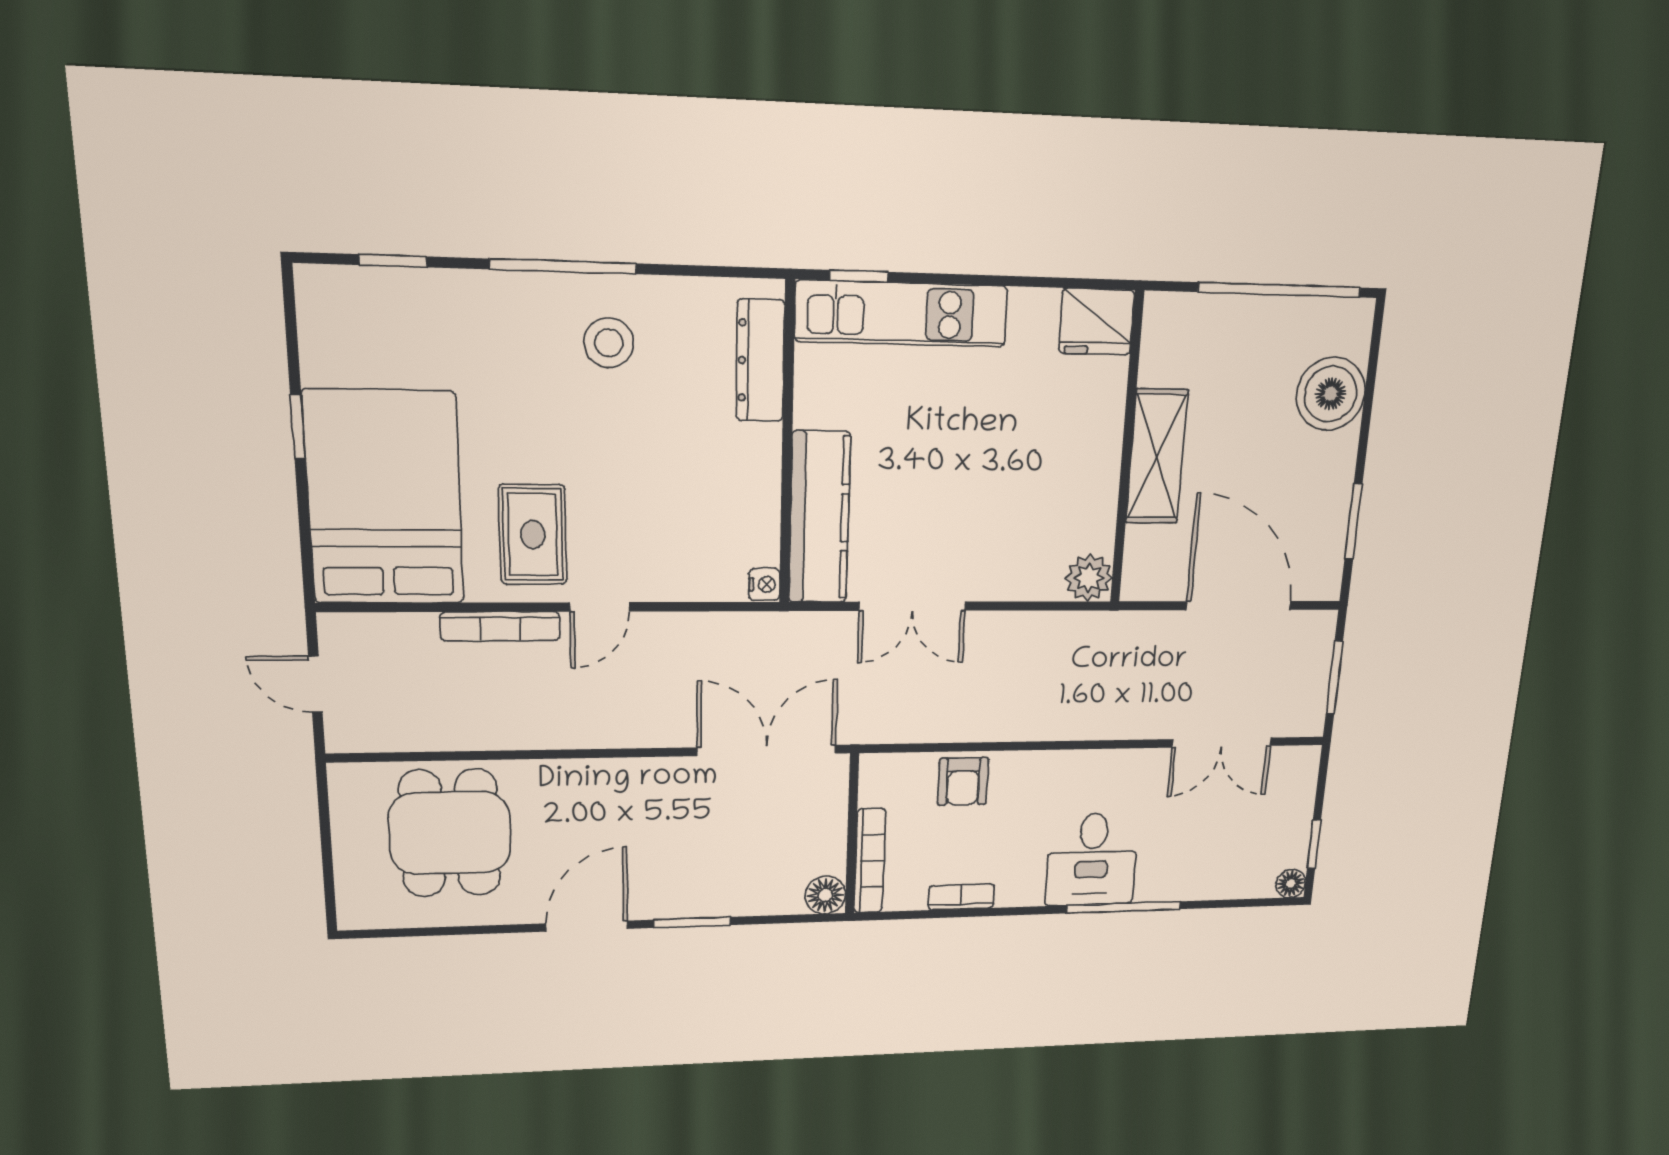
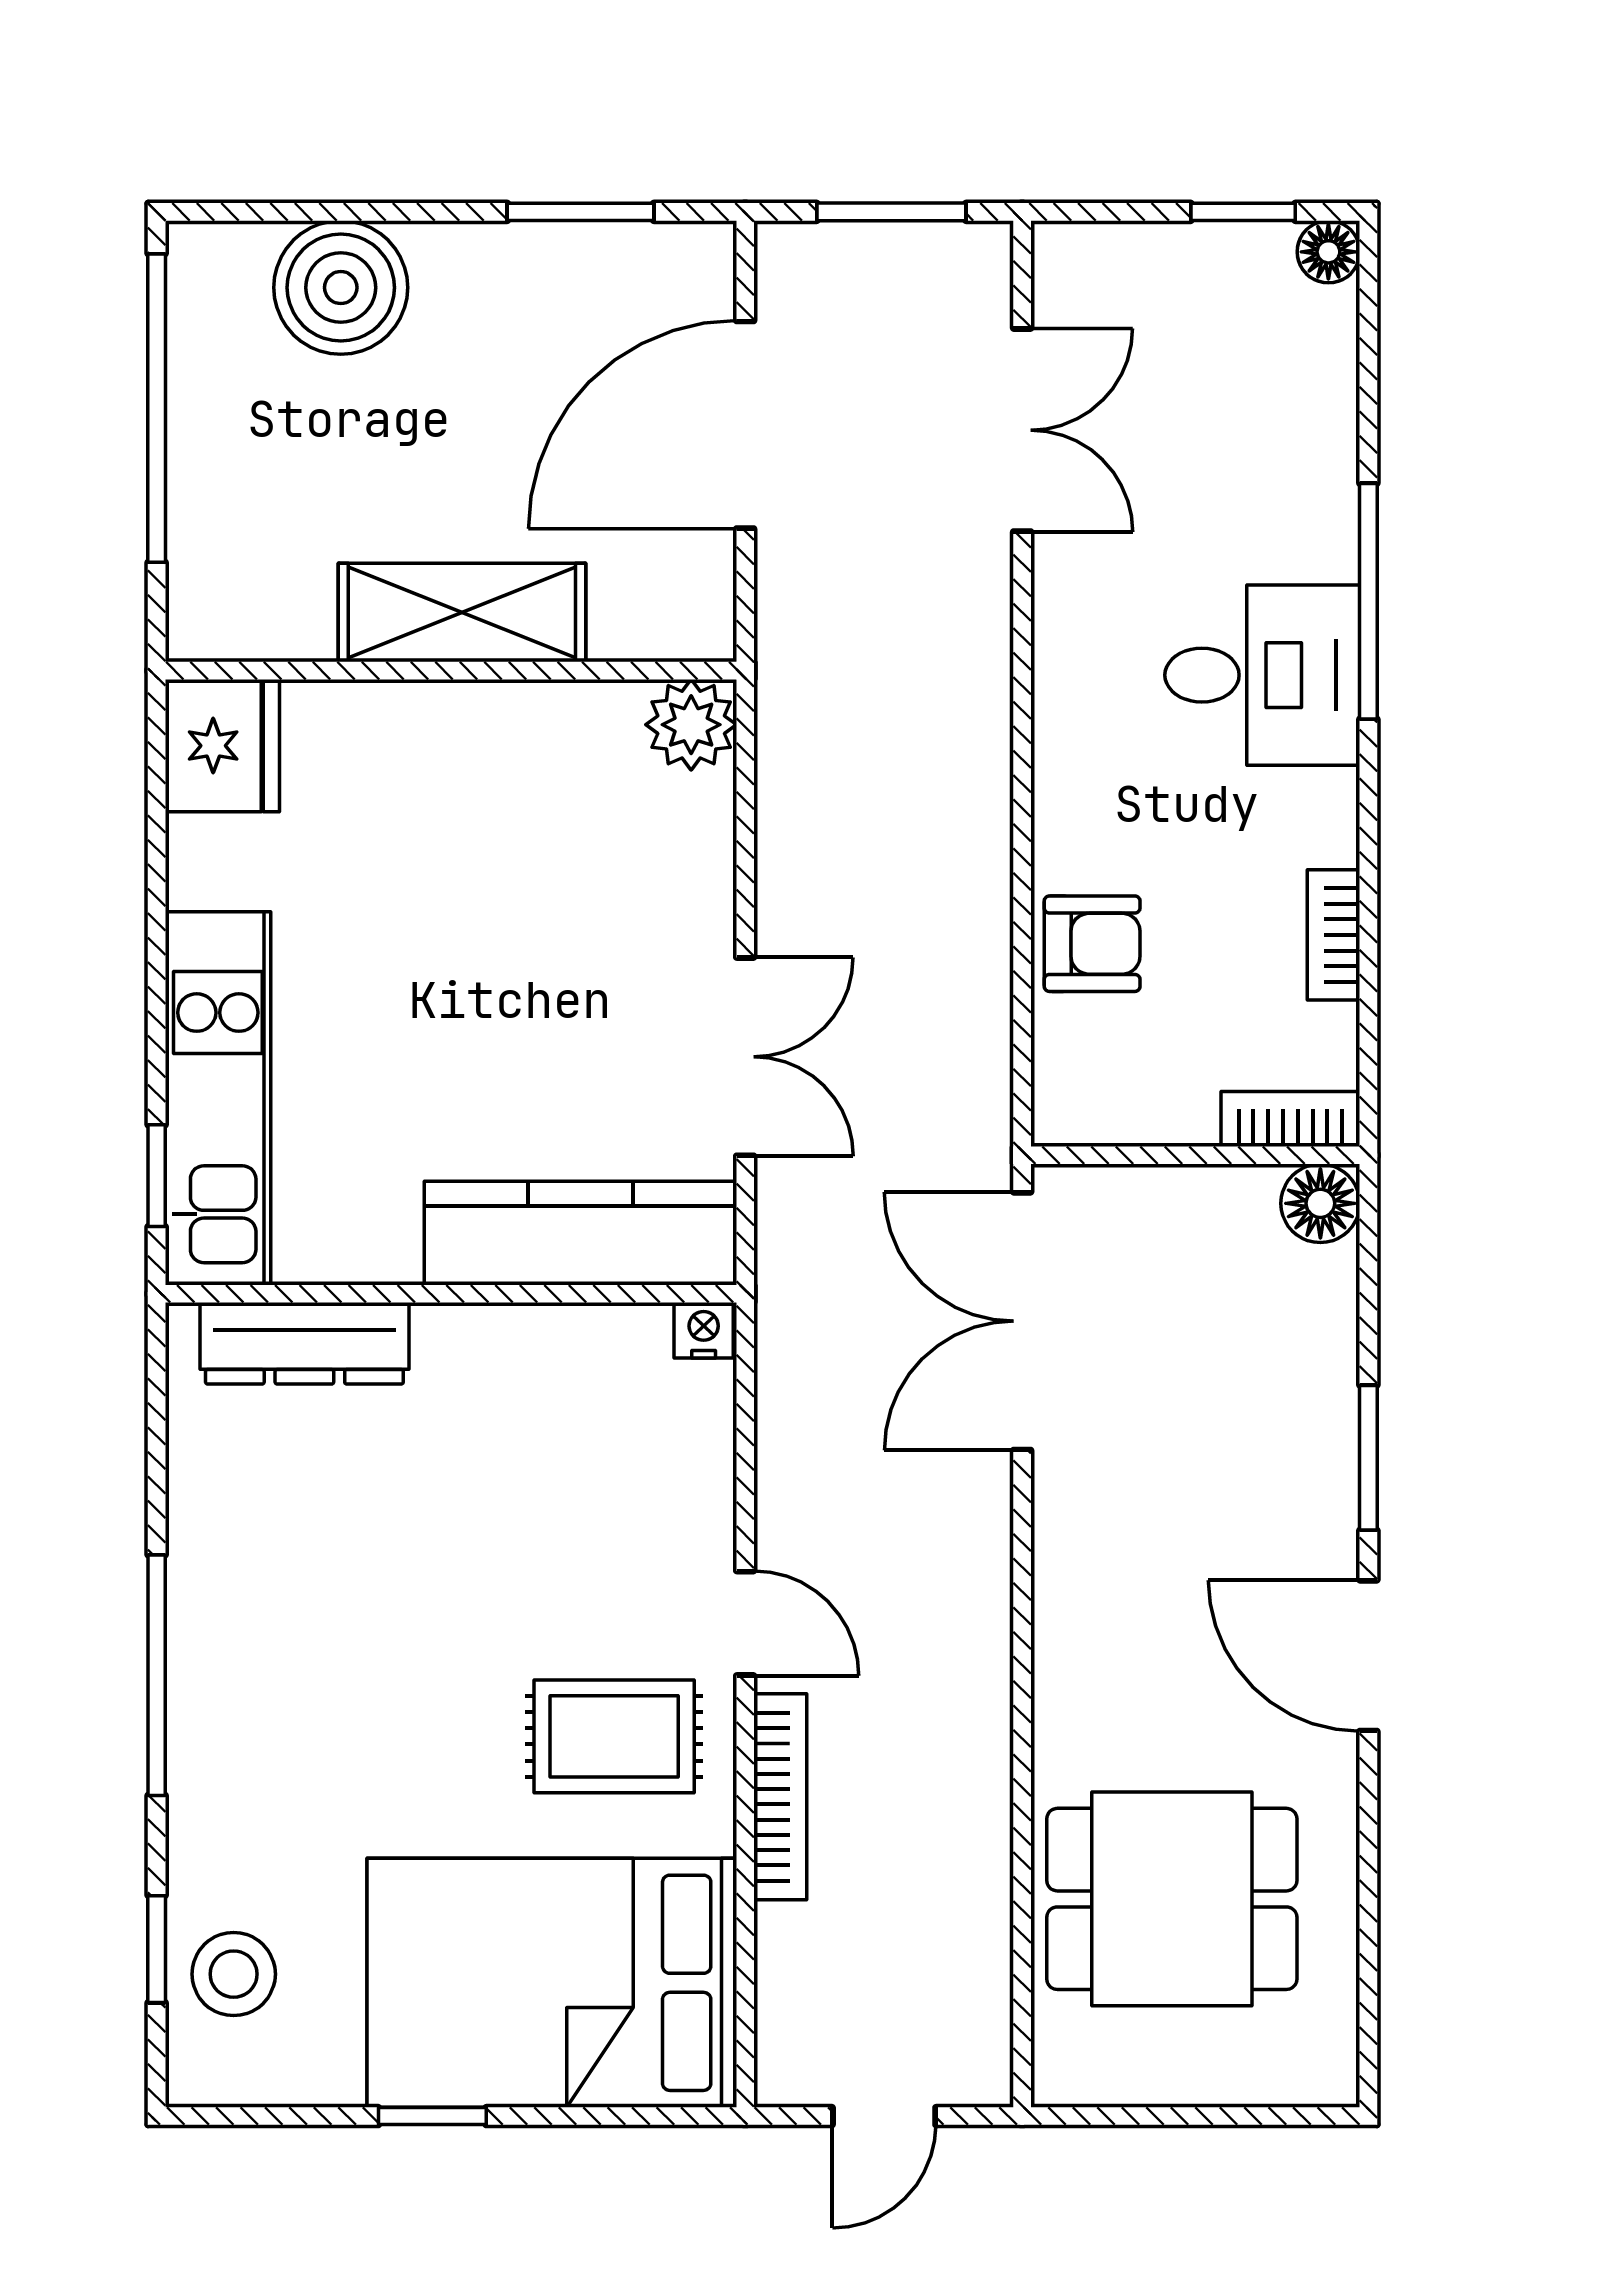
stool: (609, 343) -> (234, 1974), moved
bookcase: (870, 861) -> (1290, 1119), width x0.64

